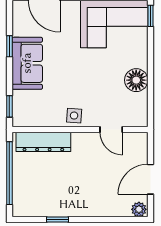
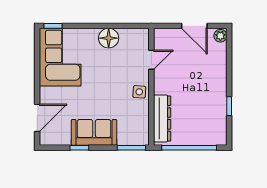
window: (9, 106) -> (131, 148), width x1.50

